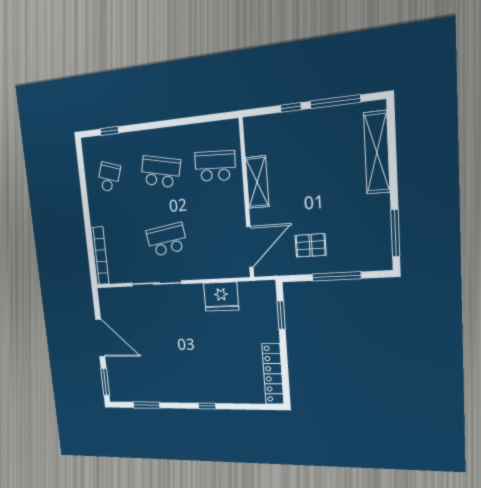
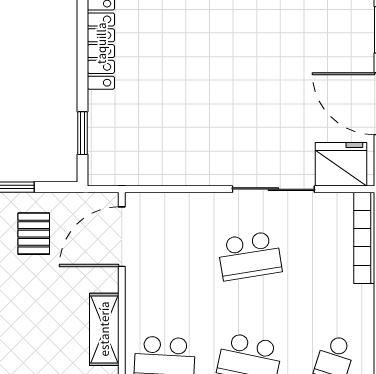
pallet: (311, 245) -> (34, 234), turned 90
fridge: (221, 297) -> (341, 164), moved

